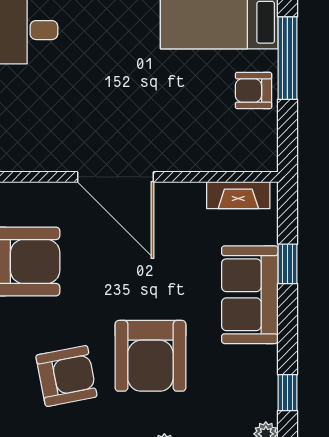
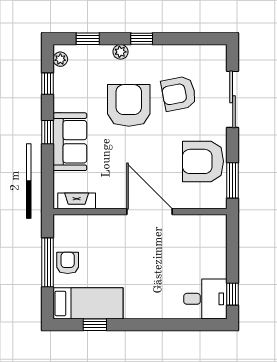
window: (287, 58) -> (47, 262), moved
armchair: (254, 91) -> (68, 263), turned -90
window: (287, 264) -> (47, 132), moved

